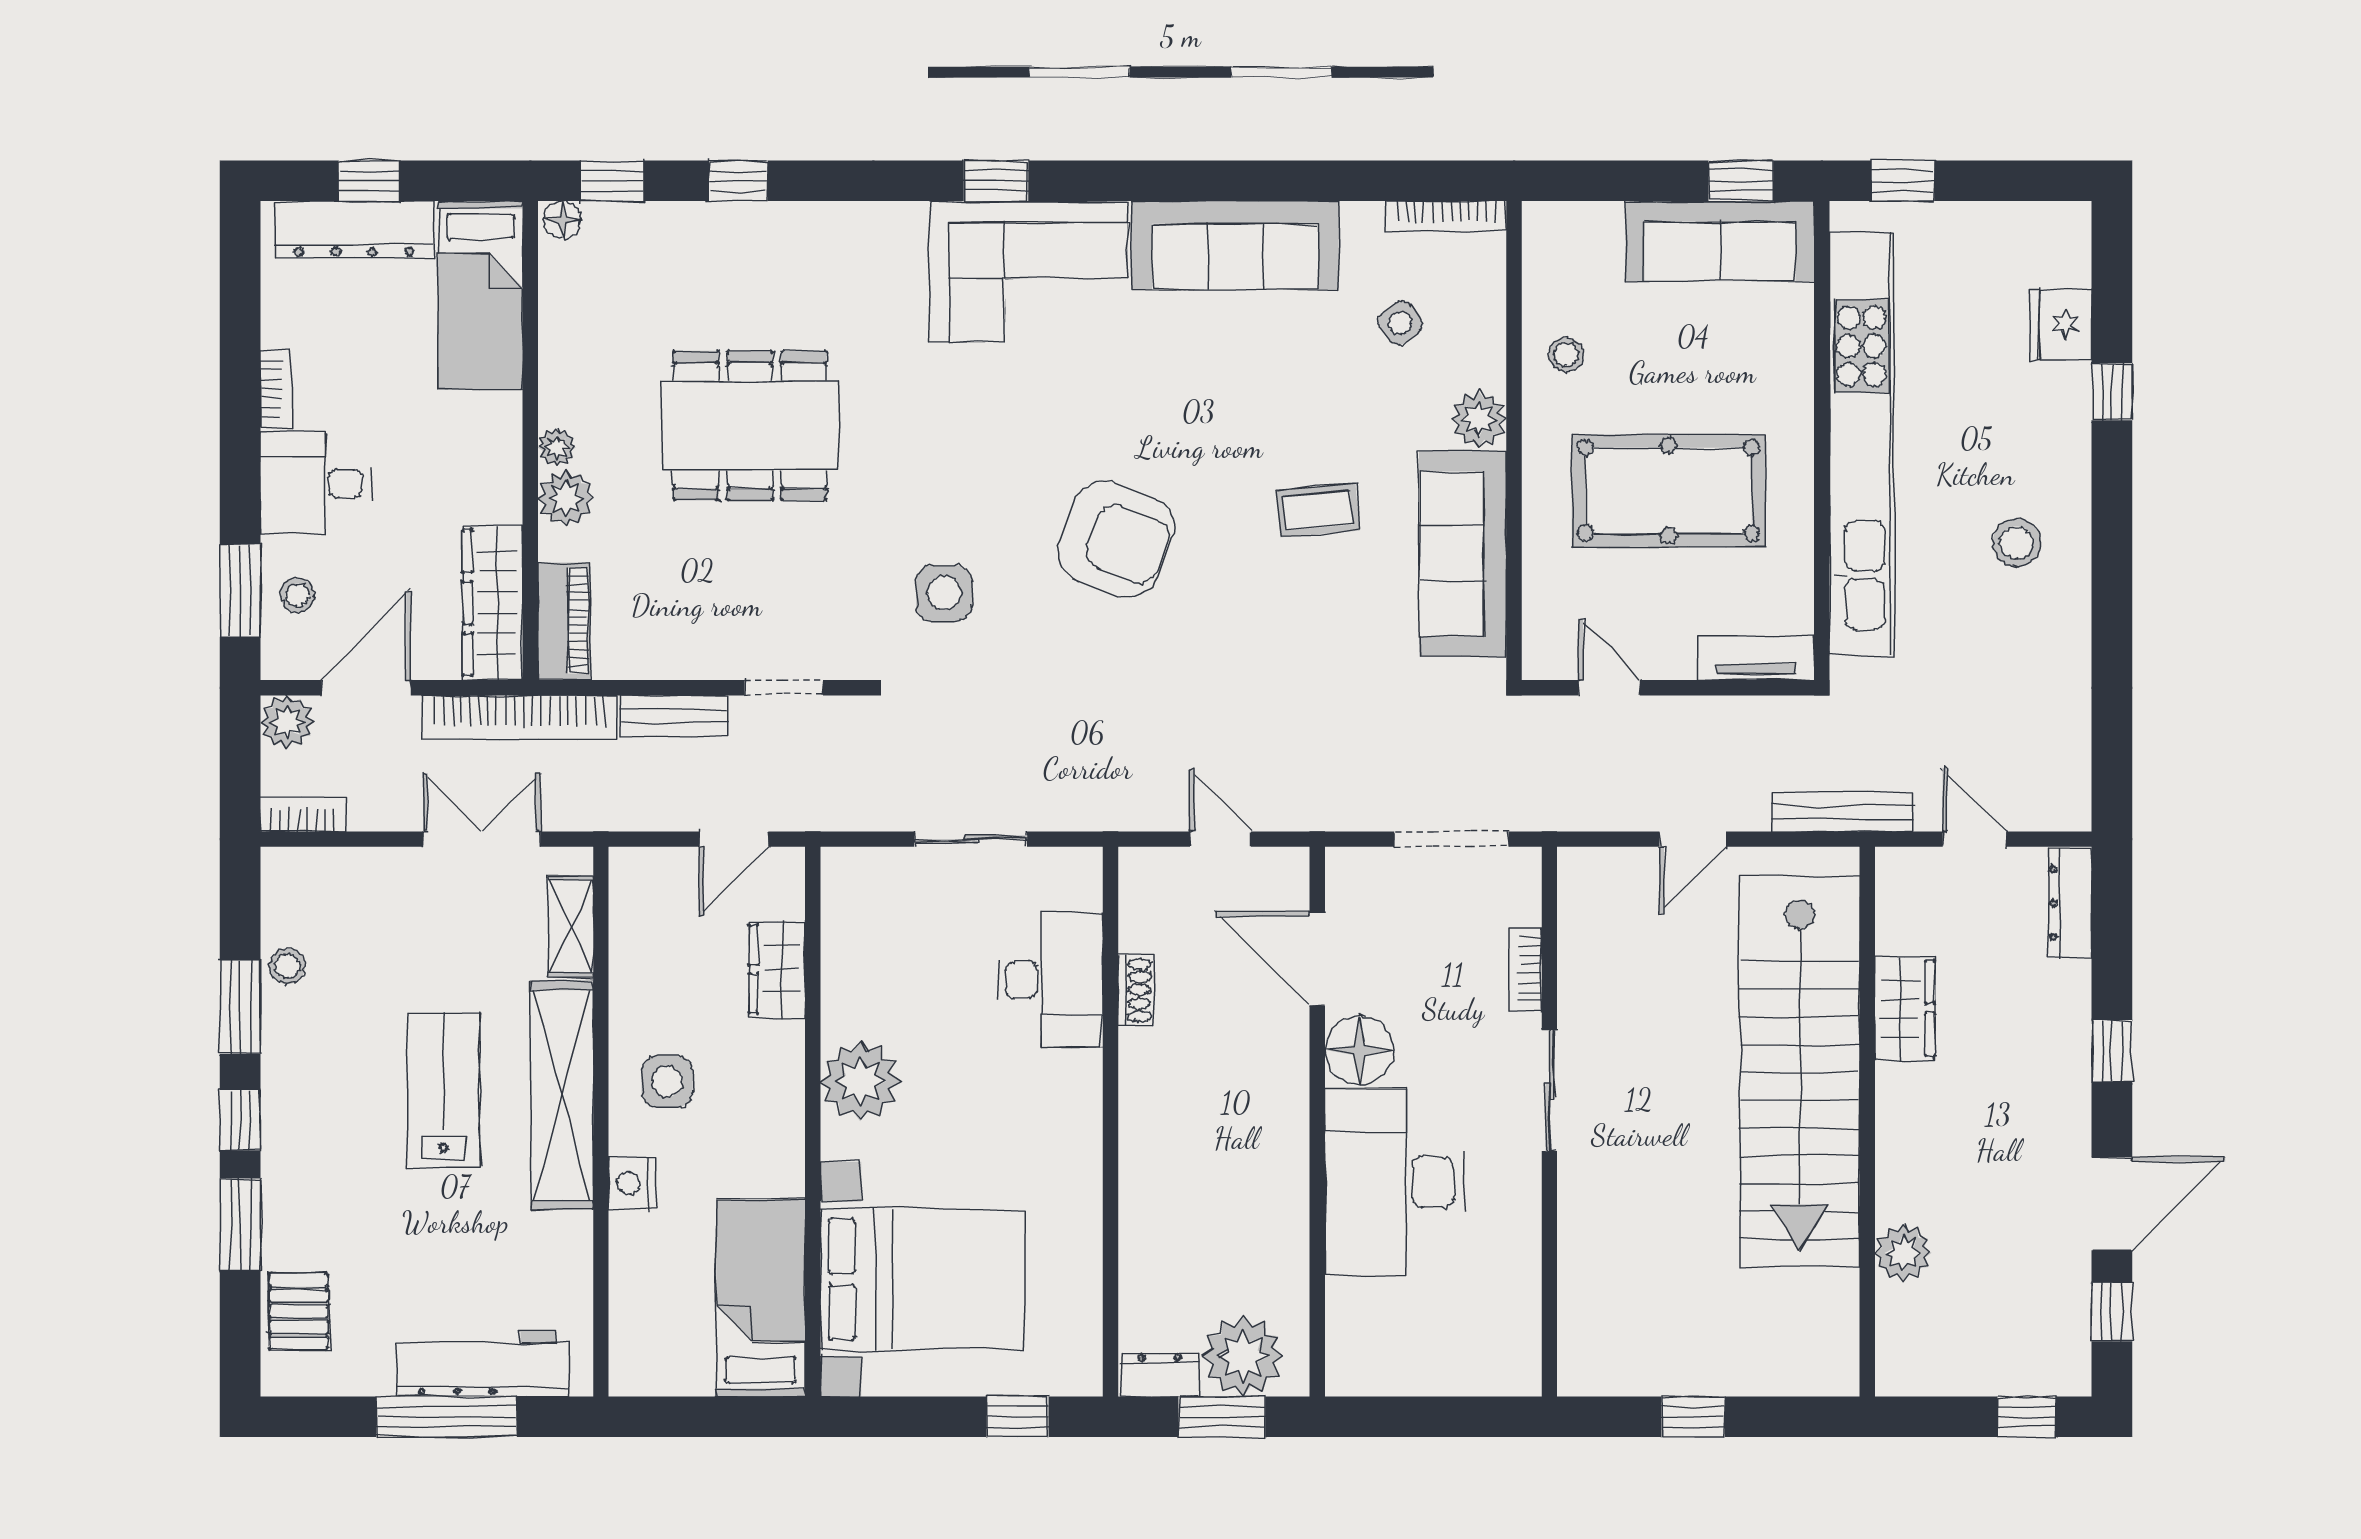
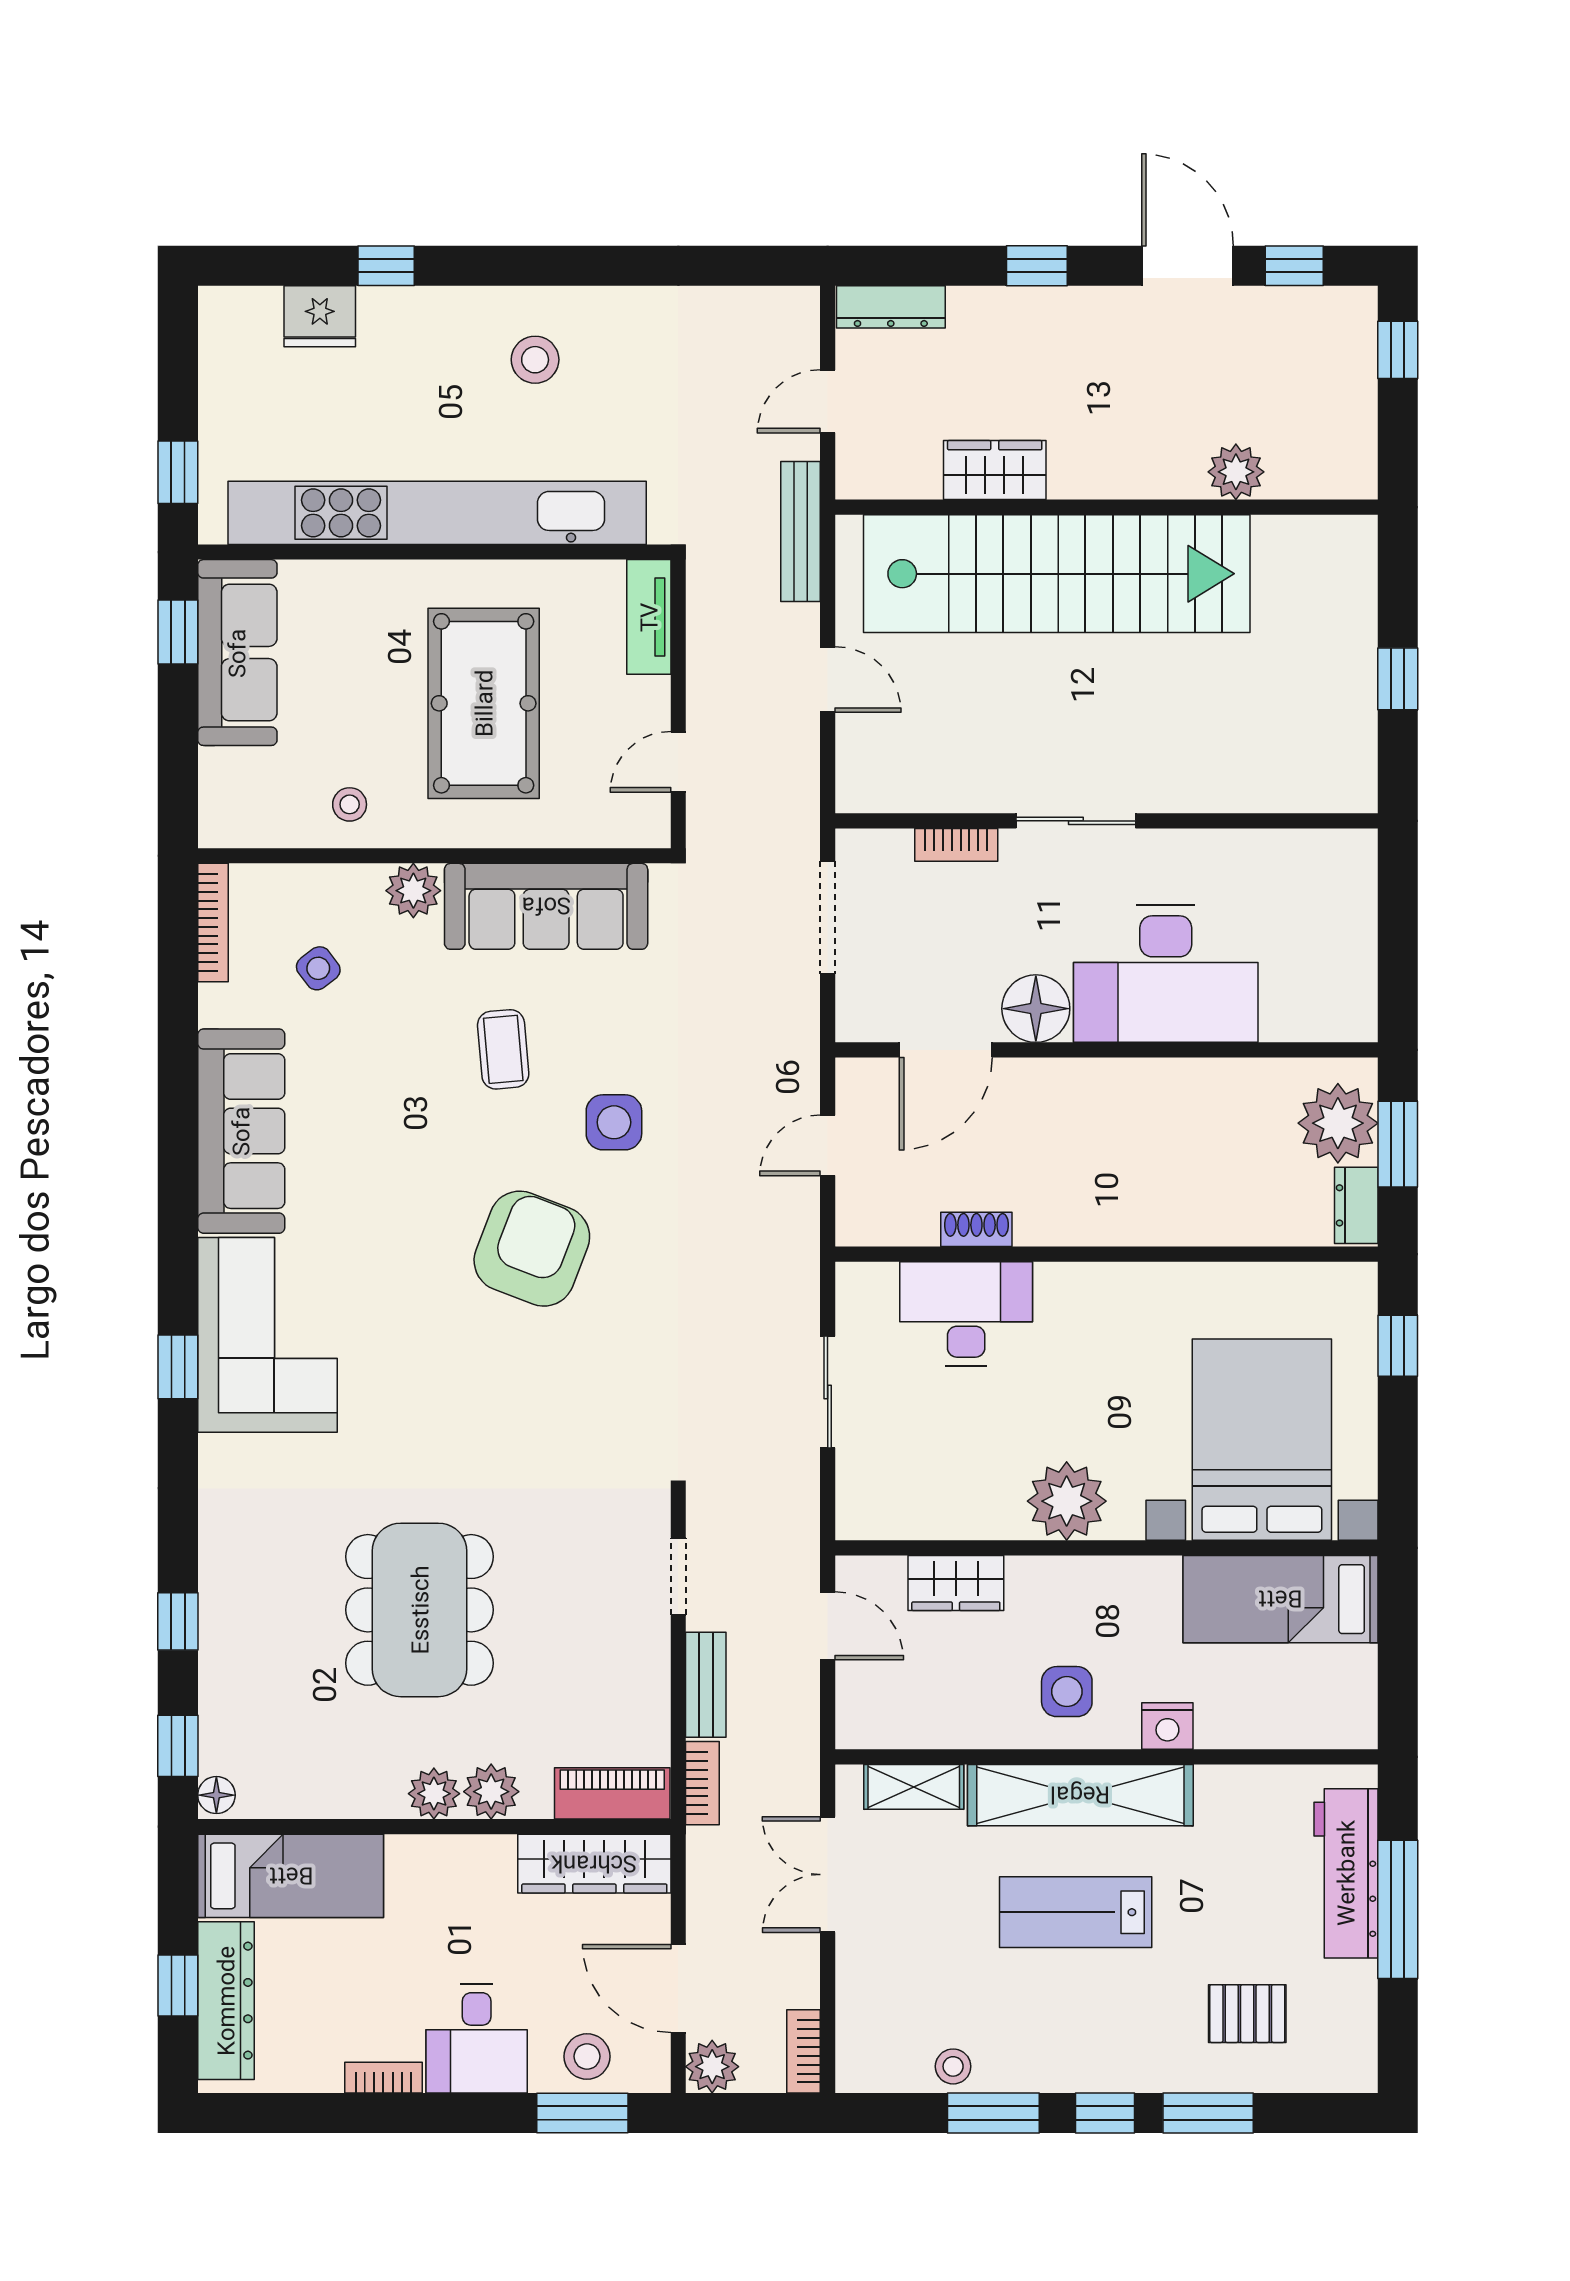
plant: (557, 447) -> (434, 1794), width x1.38, depth x1.38
side table: (944, 593) -> (614, 1122), moved
stool: (297, 595) -> (587, 2056), width x1.37, depth x1.37
bookcase: (519, 718) -> (702, 1783), width x0.43, depth x0.76
pallet: (298, 1311) -> (1247, 2014), moved

